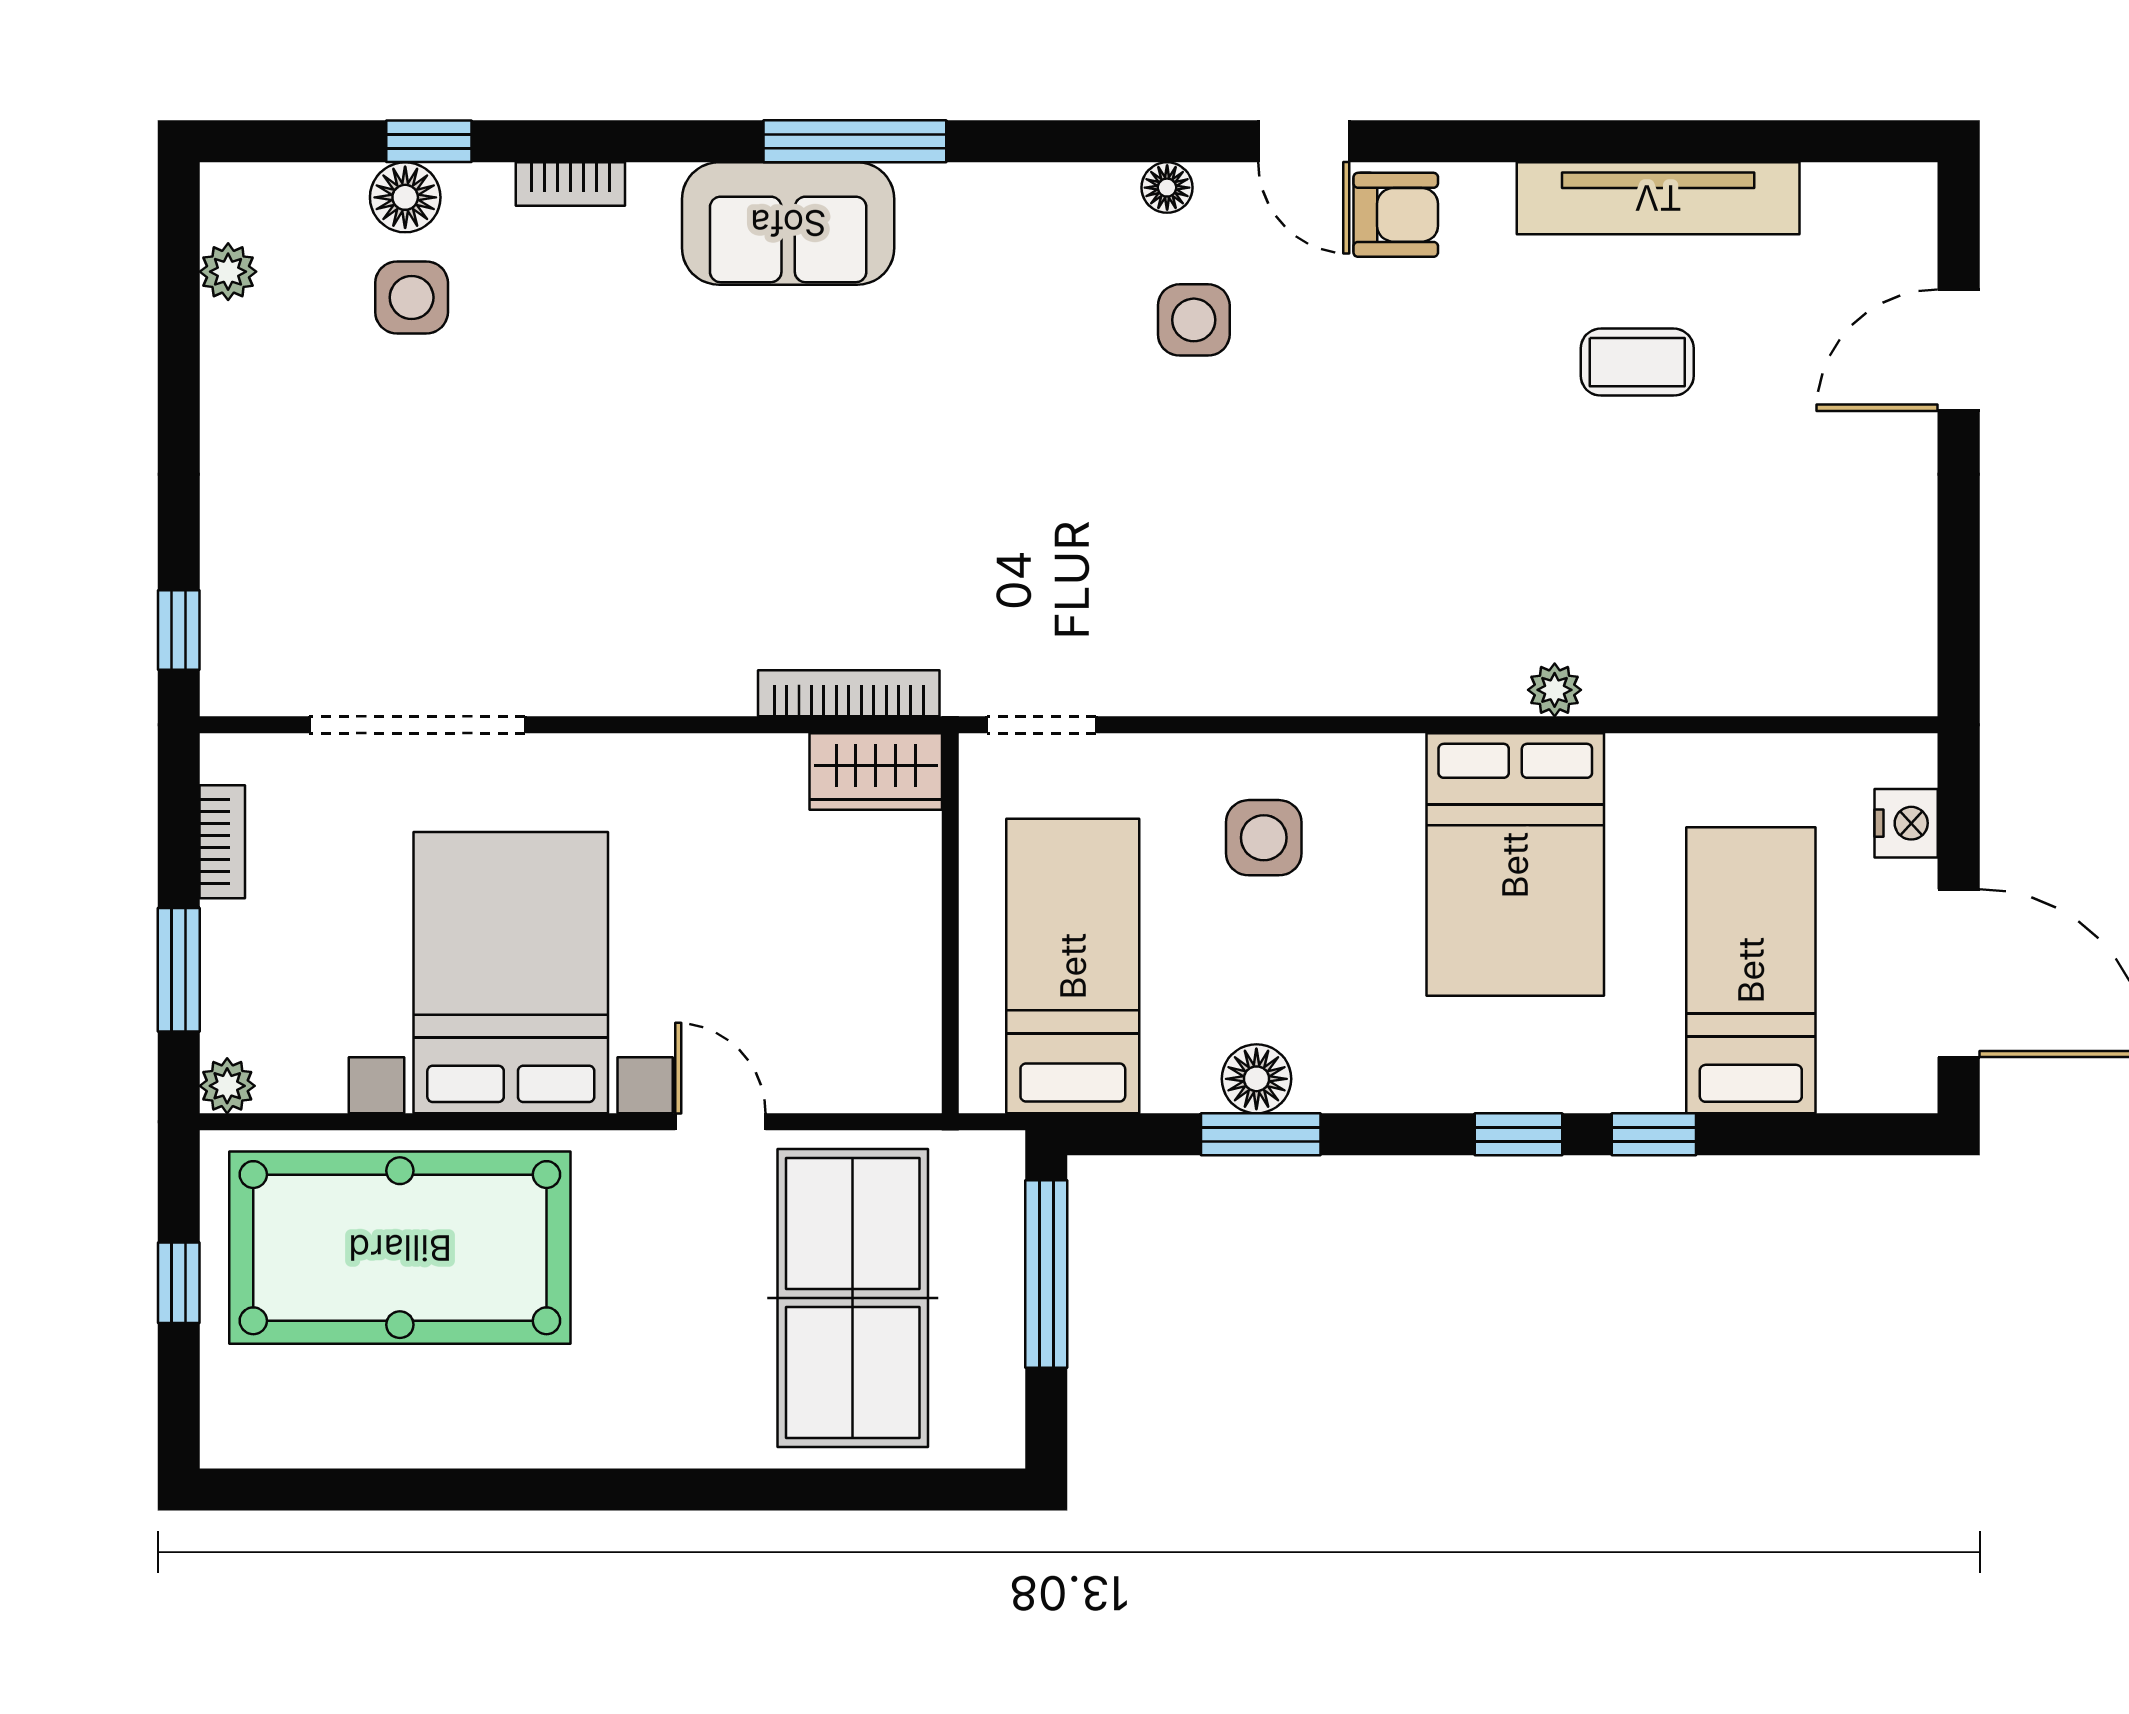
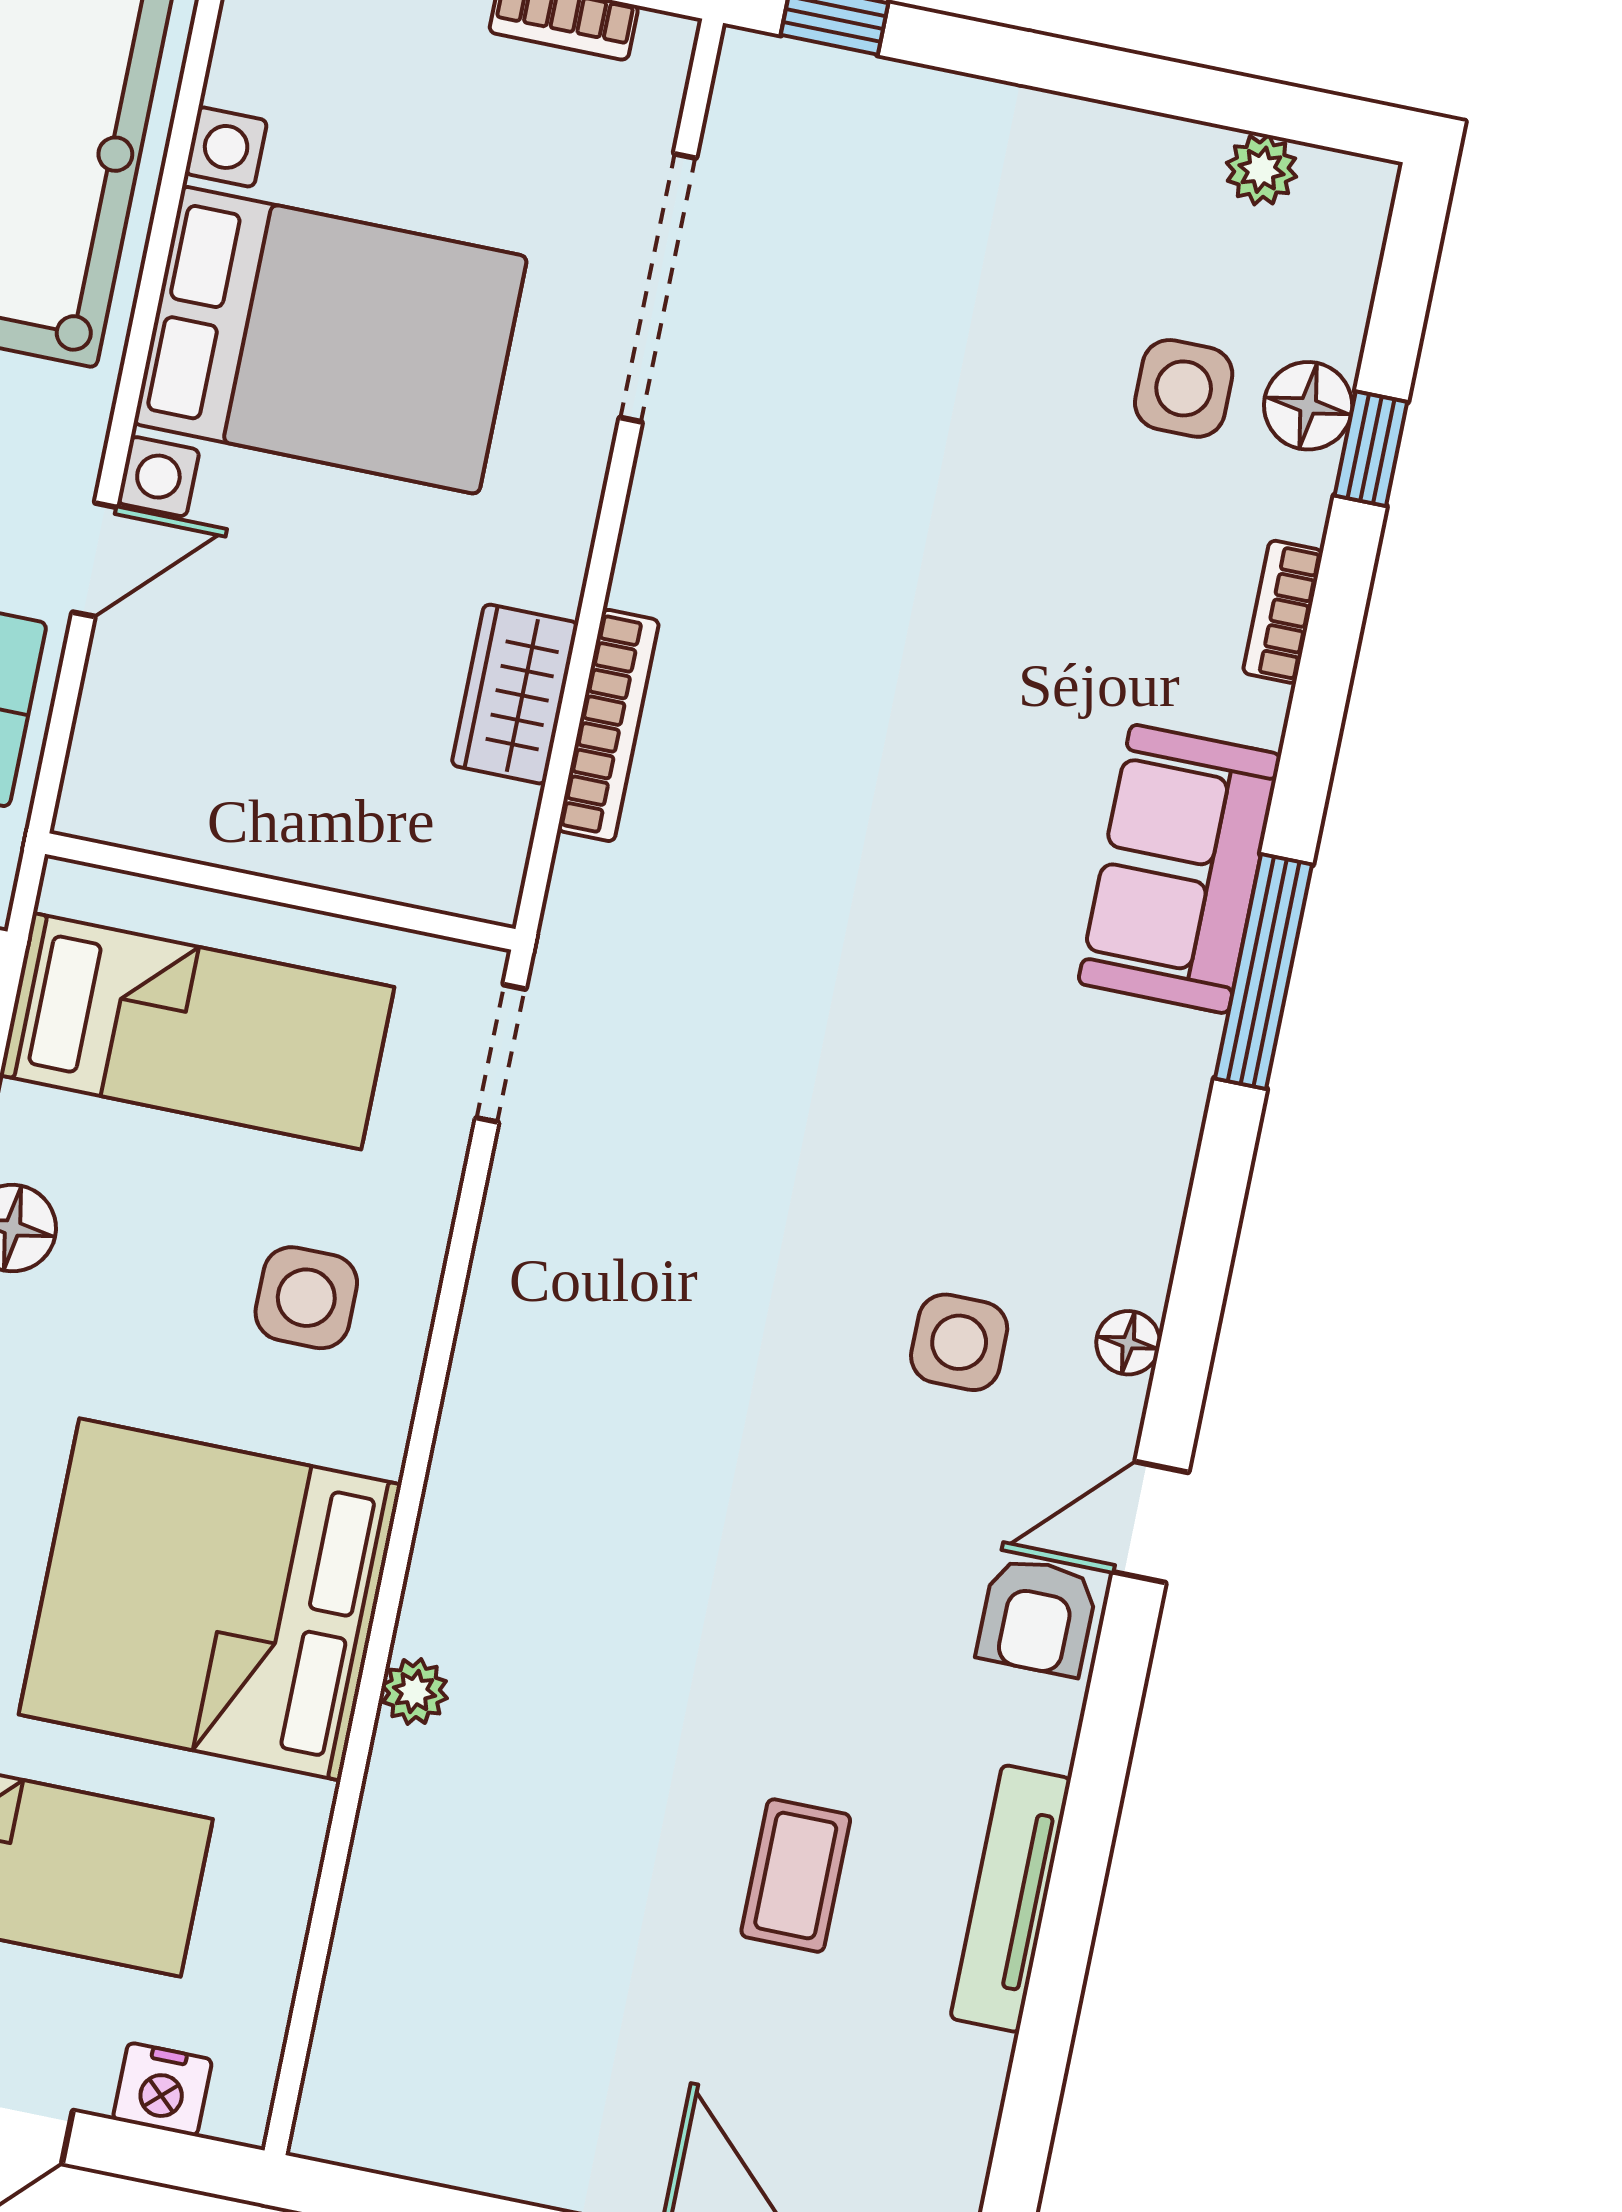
tv unit: (1658, 198) -> (1011, 1899), width x0.73, depth x0.78
bookcase: (849, 693) -> (608, 725), moved
wardrobe: (876, 772) -> (515, 694), moved
bed: (1515, 865) -> (210, 1600), width x1.36

